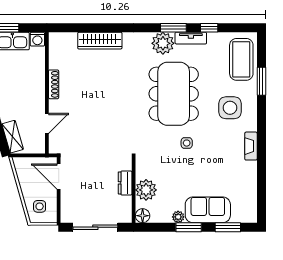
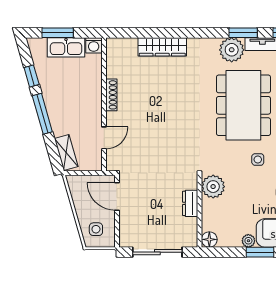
plant: (146, 190) -> (213, 187), moved

